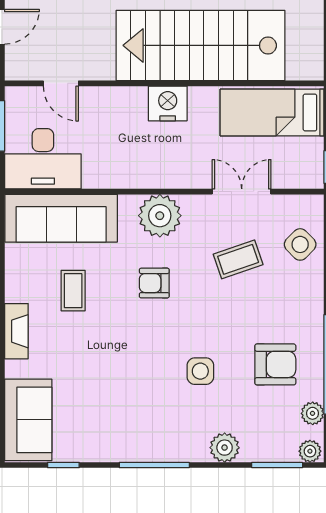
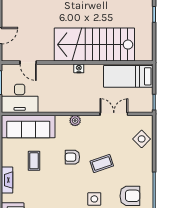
nightstand: (168, 103) -> (79, 68), width x0.53, depth x0.56
plant: (160, 216) -> (75, 121), width x0.53, depth x0.53
coffee table: (238, 259) -> (102, 164), moved

